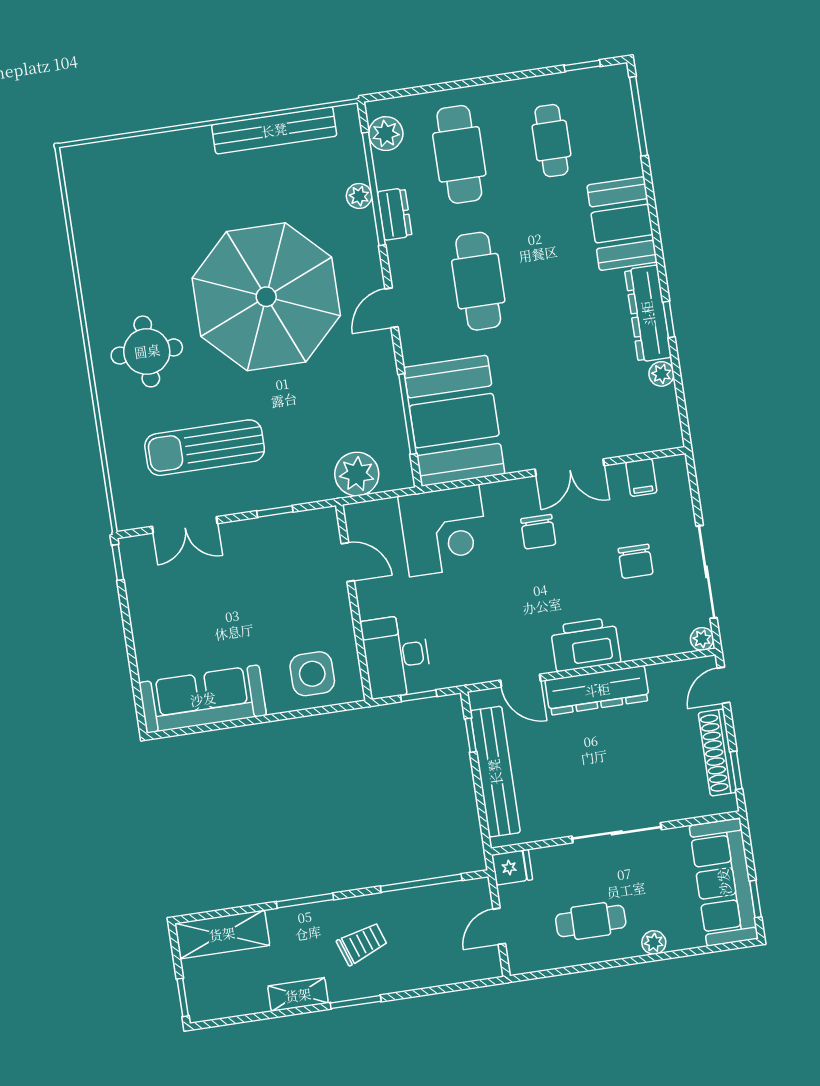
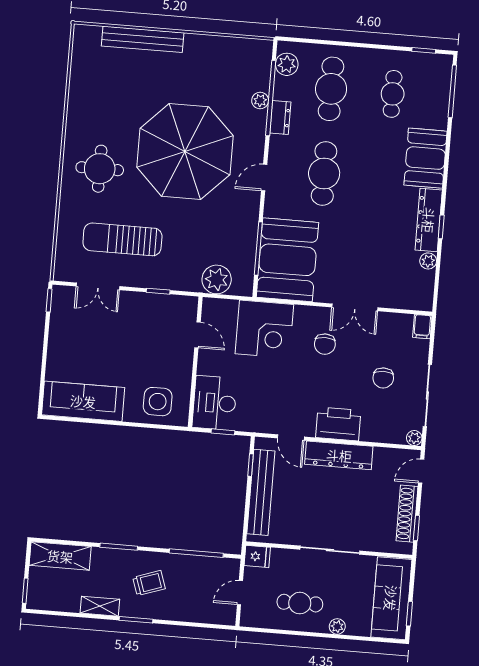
bench: (274, 130) -> (143, 39), moved
filing cabinet: (641, 477) -> (422, 327), moved

